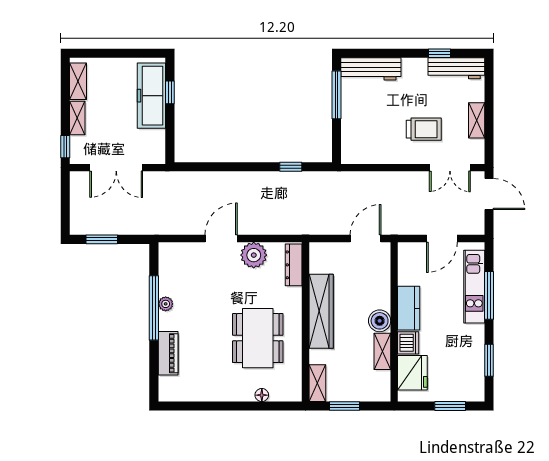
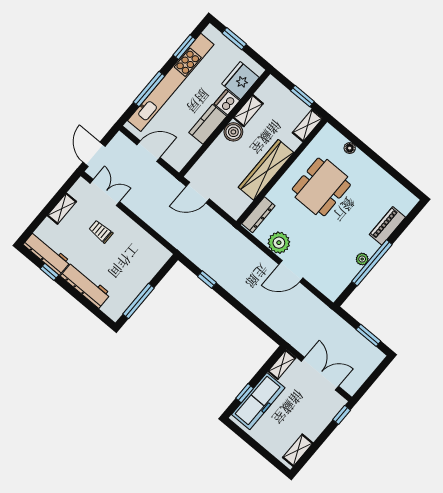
workbench: (371, 69) -> (86, 285), moved
shelving: (77, 118) -> (282, 365), moved
trolley: (424, 129) -> (101, 232), width x0.73, depth x0.72
kitchen unit: (474, 287) -> (171, 82), width x1.86

